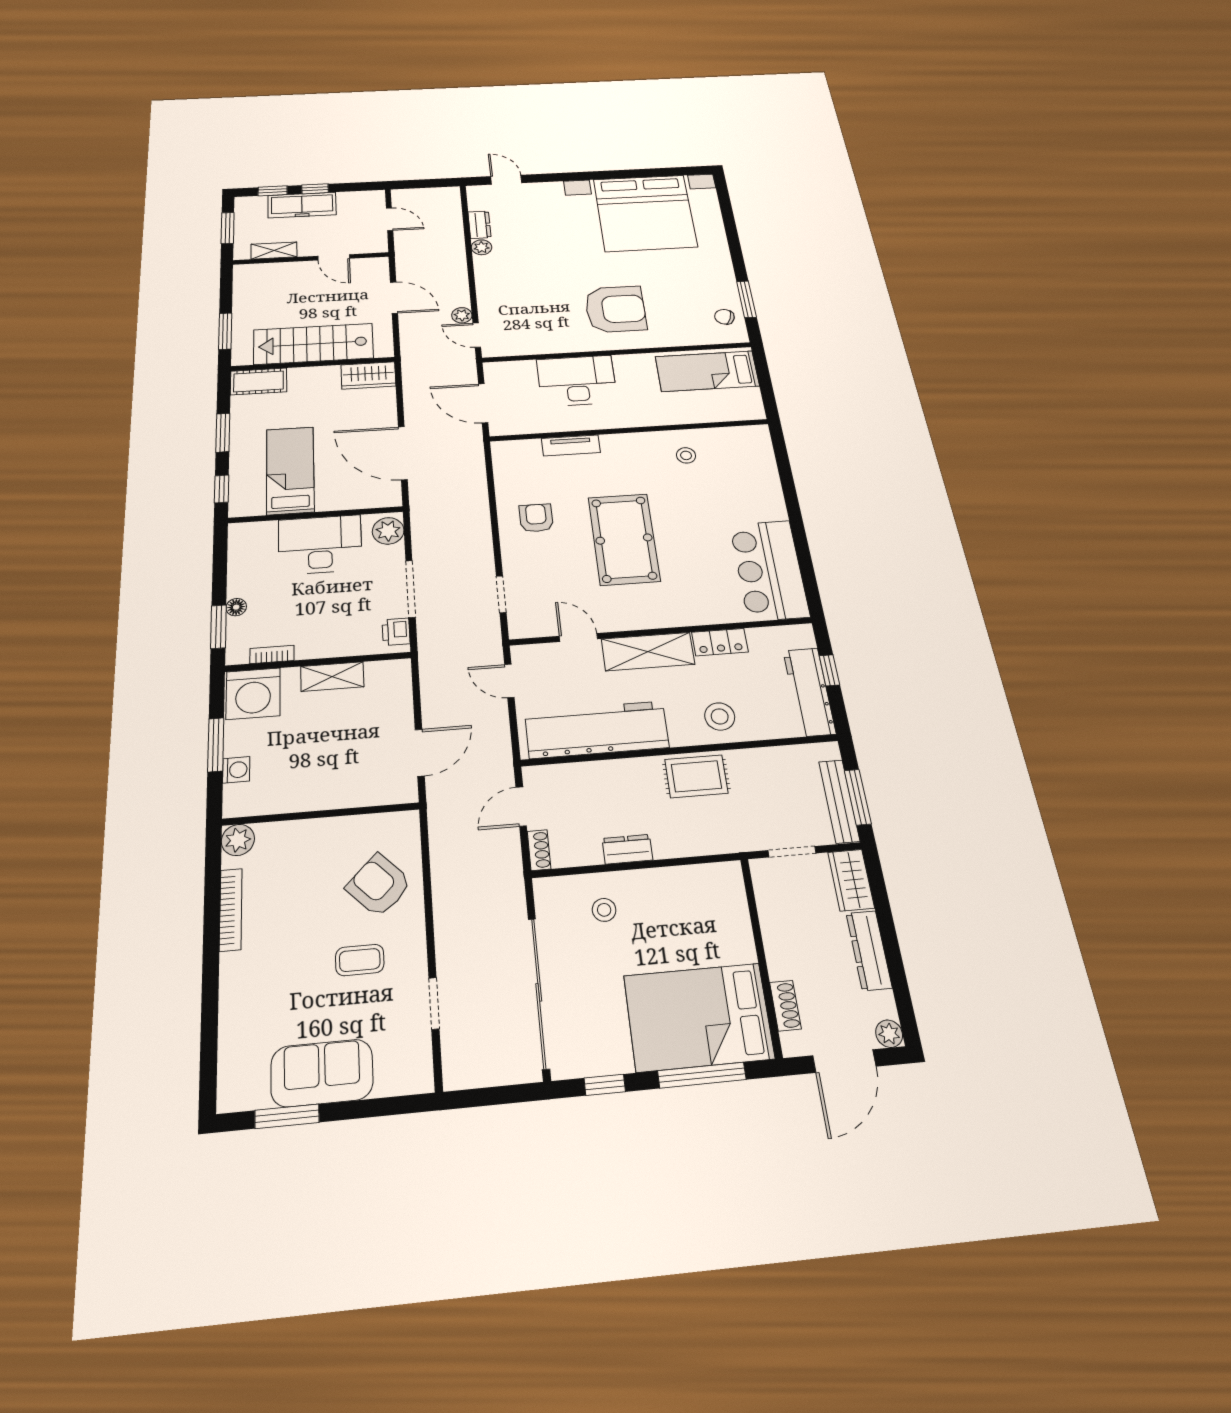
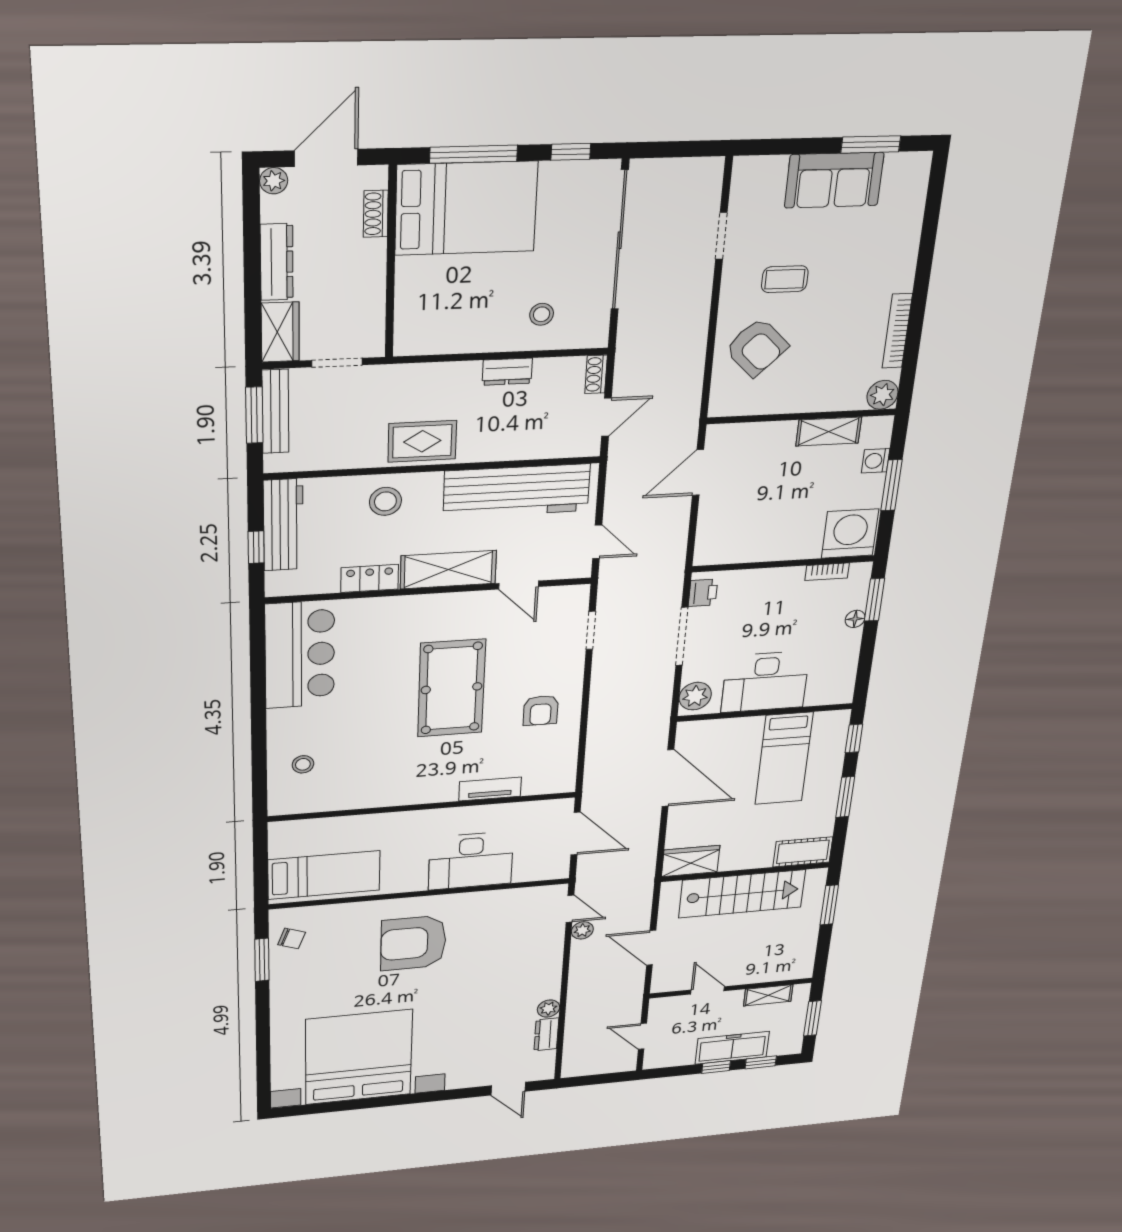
stool: (686, 455) -> (303, 764), moved
shelving: (332, 677) -> (829, 431), moved

